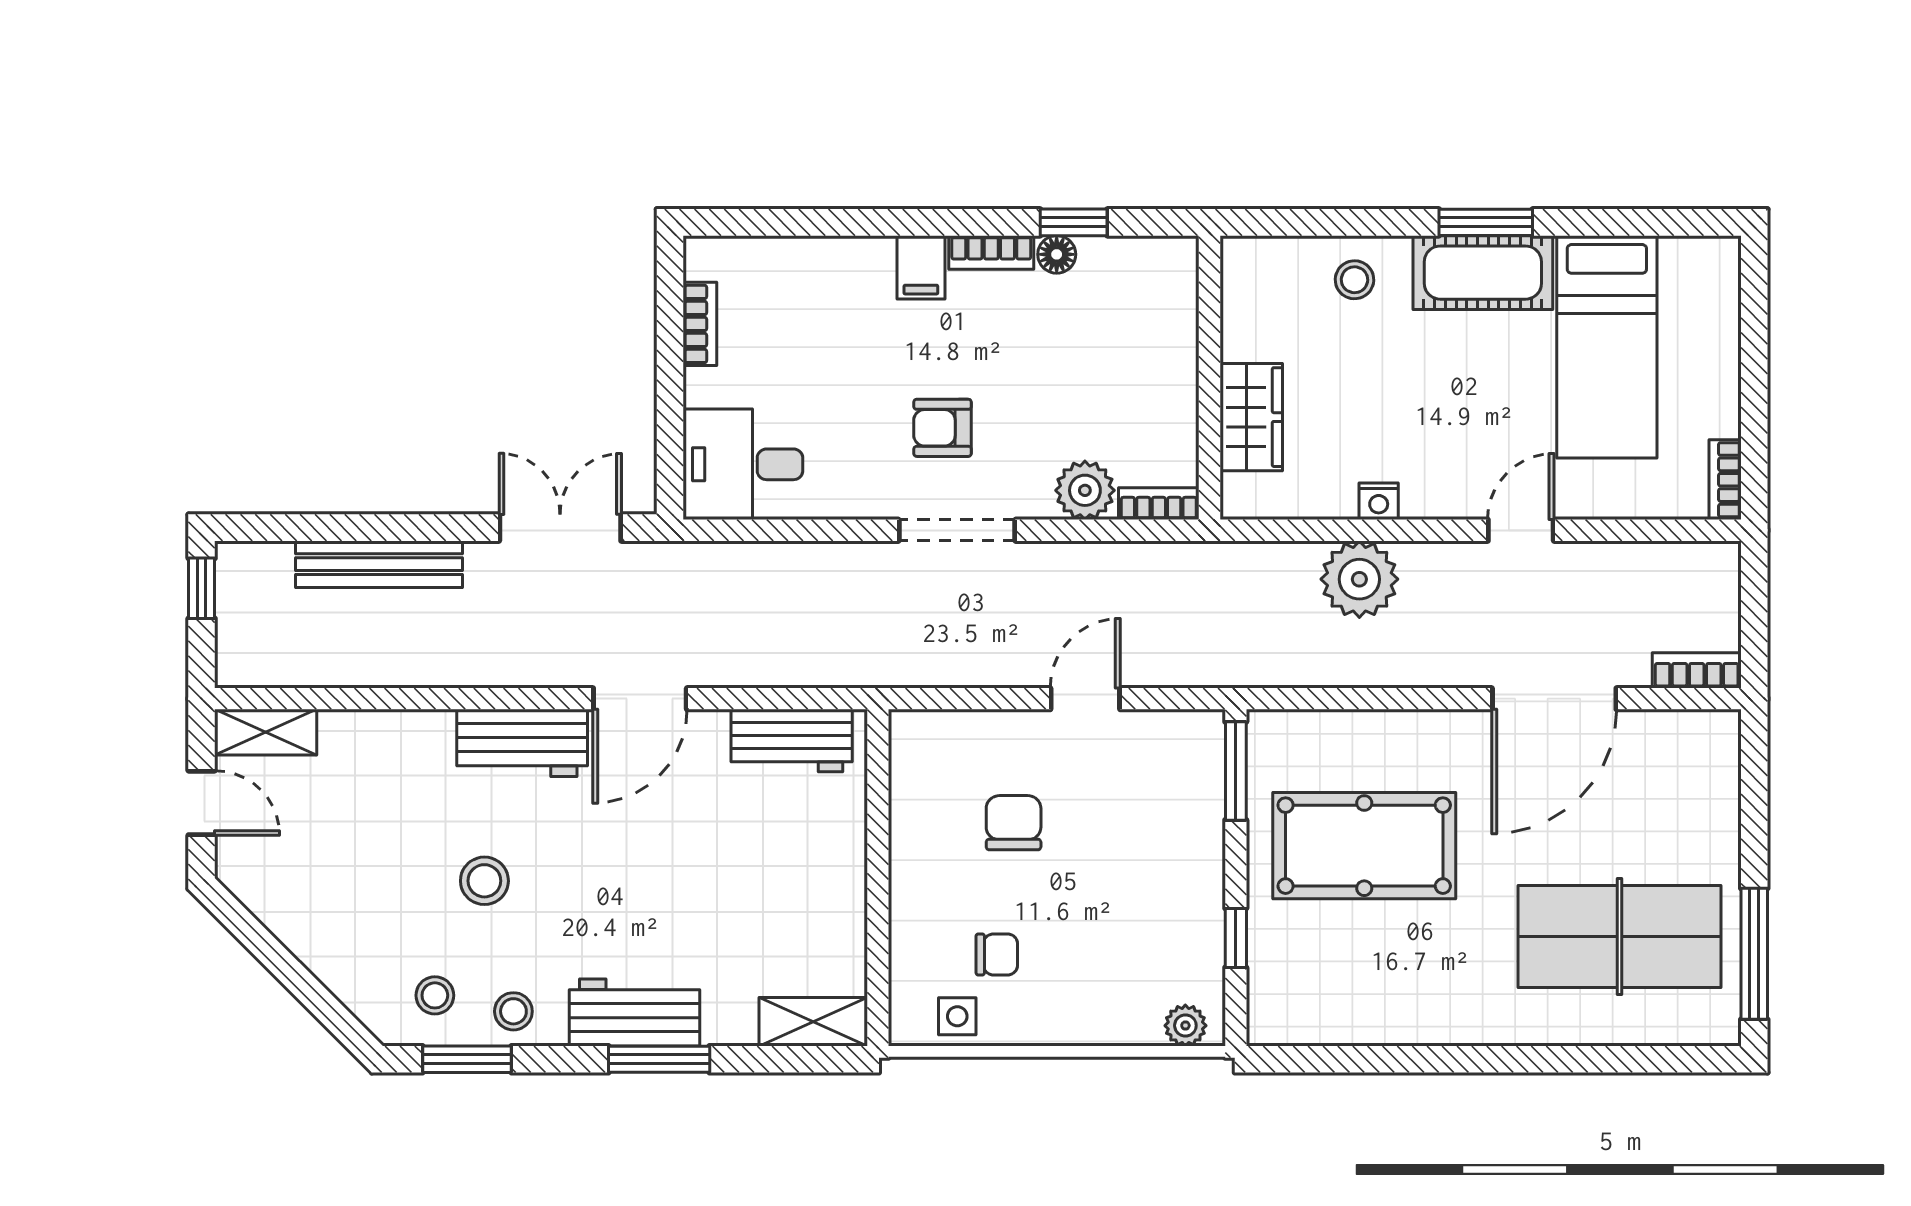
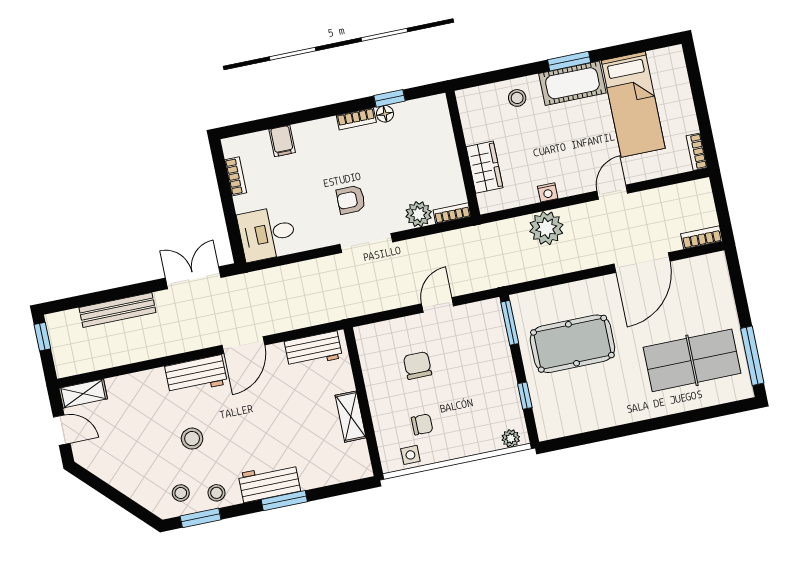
filing cabinet: (921, 267) -> (282, 141), moved
shelving: (813, 1022) -> (351, 417), moved, turned 90

